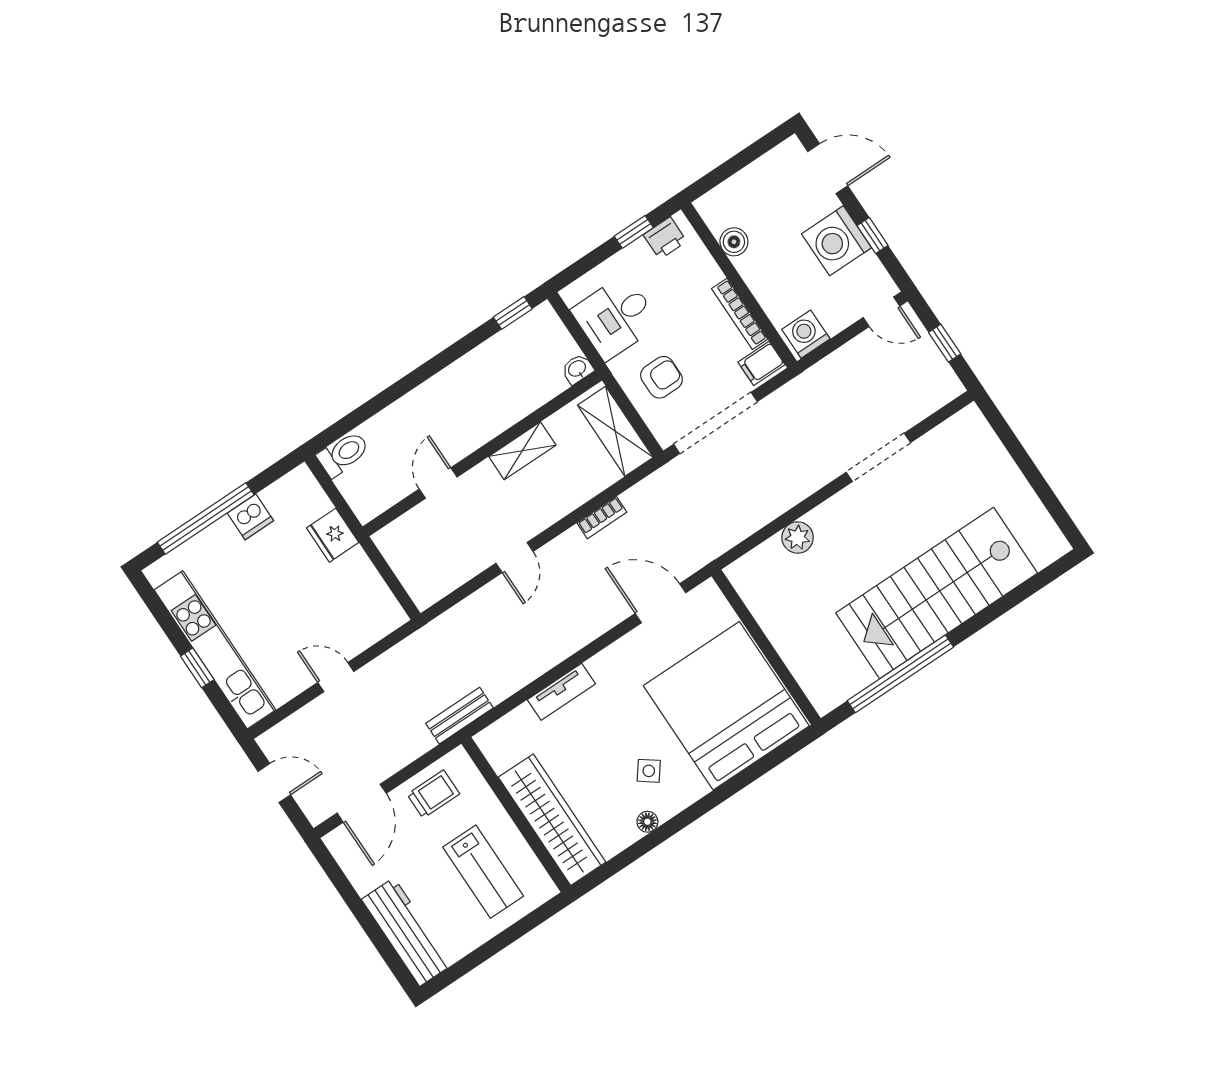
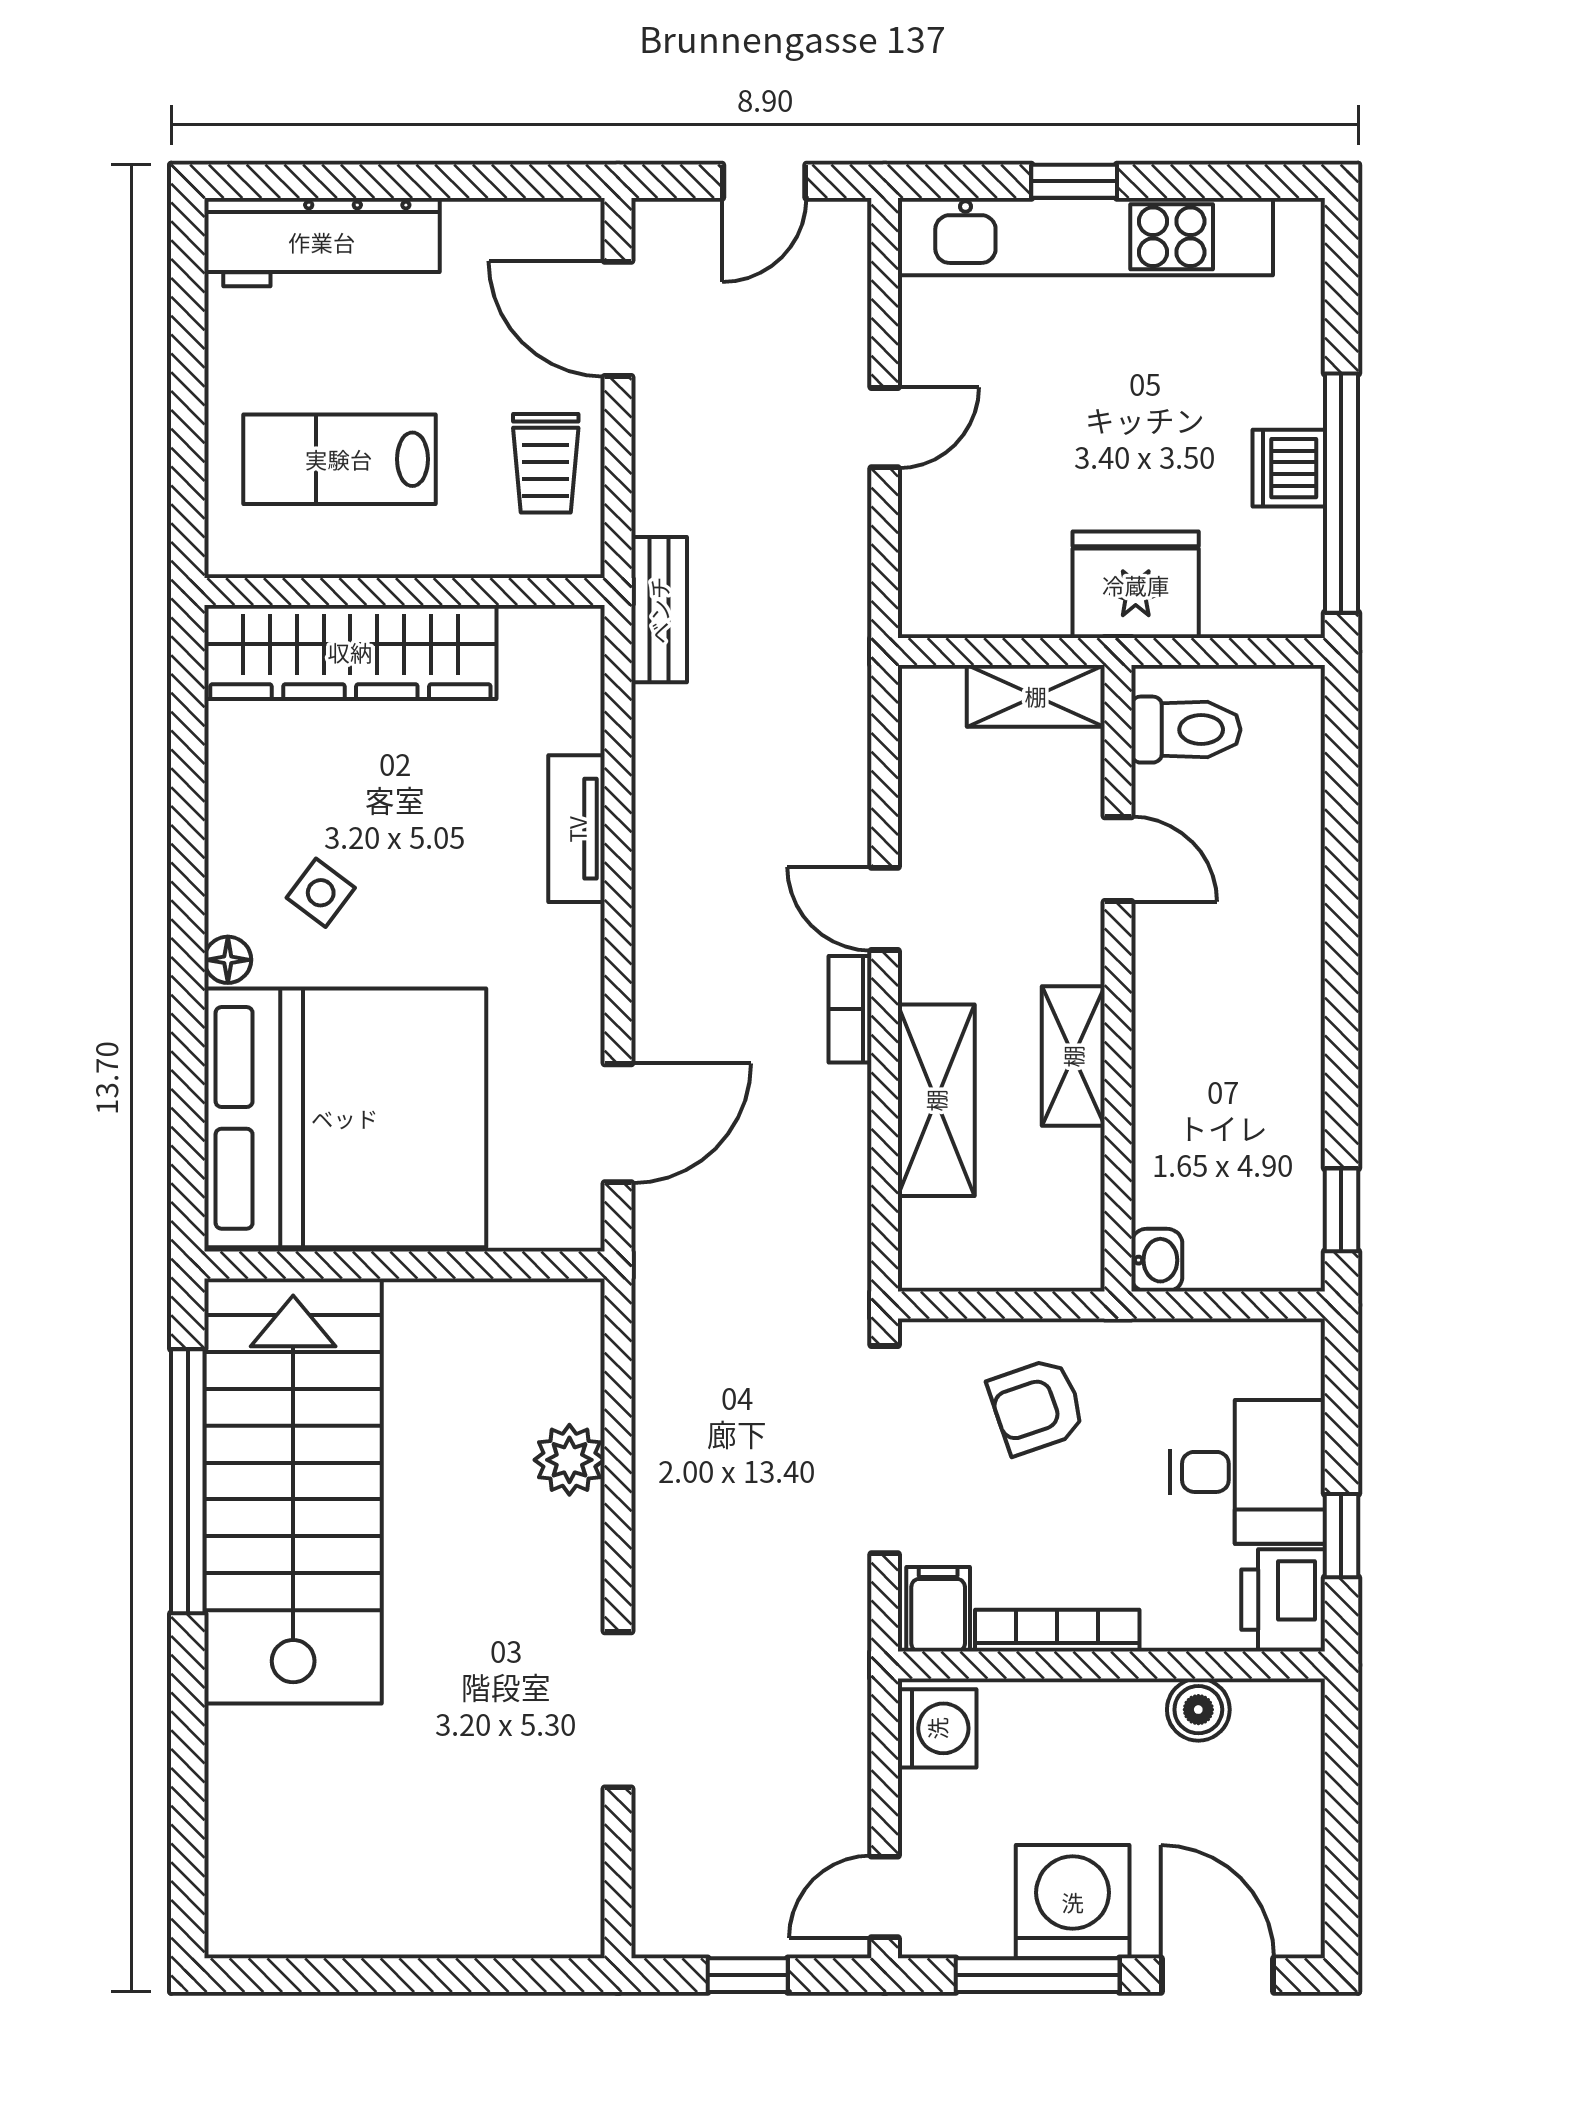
door: (828, 169) -> (1218, 1975), swing flipped
window: (873, 236) -> (1038, 1975), width x2.17
printer: (665, 238) -> (1283, 1600), width x1.36, depth x1.24
desk: (616, 317) -> (1247, 1472), moved, turned 90
armchair: (661, 377) -> (1037, 1406), turned 71
shelving: (615, 431) -> (936, 1100), moved, turned 90
toilet: (343, 454) -> (1186, 730), moved, turned -90
window: (206, 518) -> (1341, 493), moved
bookcase: (602, 518) -> (850, 1009), moved
fridge: (333, 535) -> (1136, 585), width x1.36, depth x1.34
shelving: (398, 554) -> (1036, 696), added
stairs: (937, 593) -> (293, 1491), moved
floor lamp: (647, 822) -> (228, 960), moved

